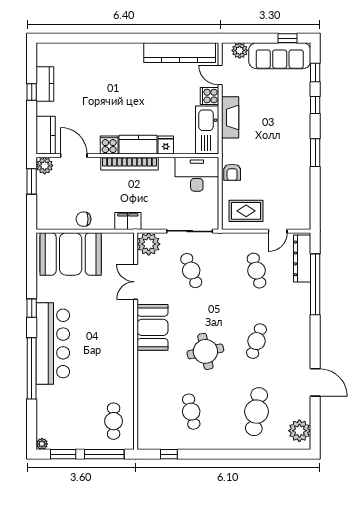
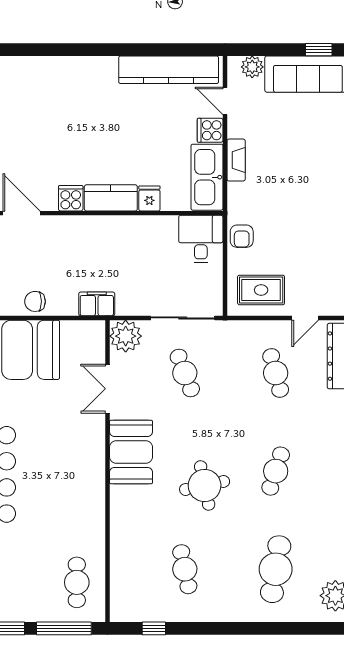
fireplace: (230, 117) -> (236, 160), width x0.73, depth x0.76
bookcase: (130, 164) -> (99, 224), removed
desk: (197, 174) -> (201, 239), width x0.73

